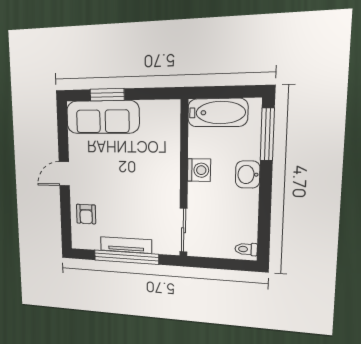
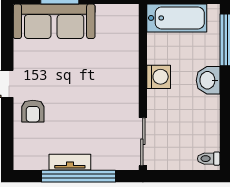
armchair: (86, 214) -> (33, 111), moved
tv unit: (126, 245) -> (70, 162), width x0.71

